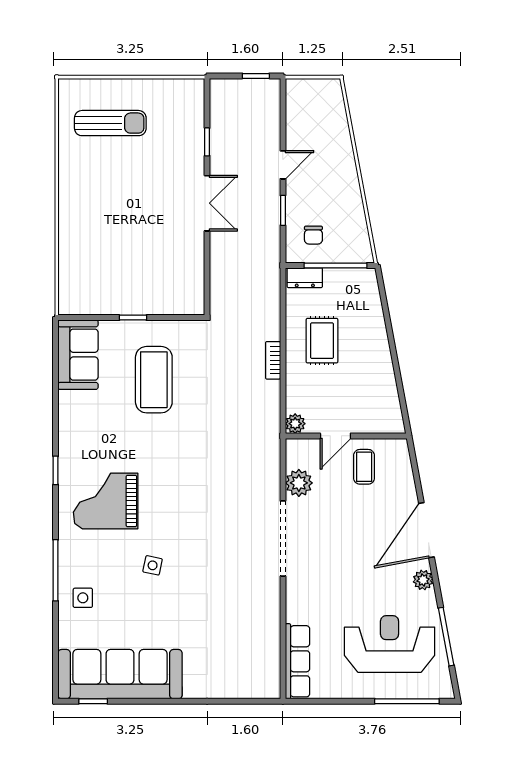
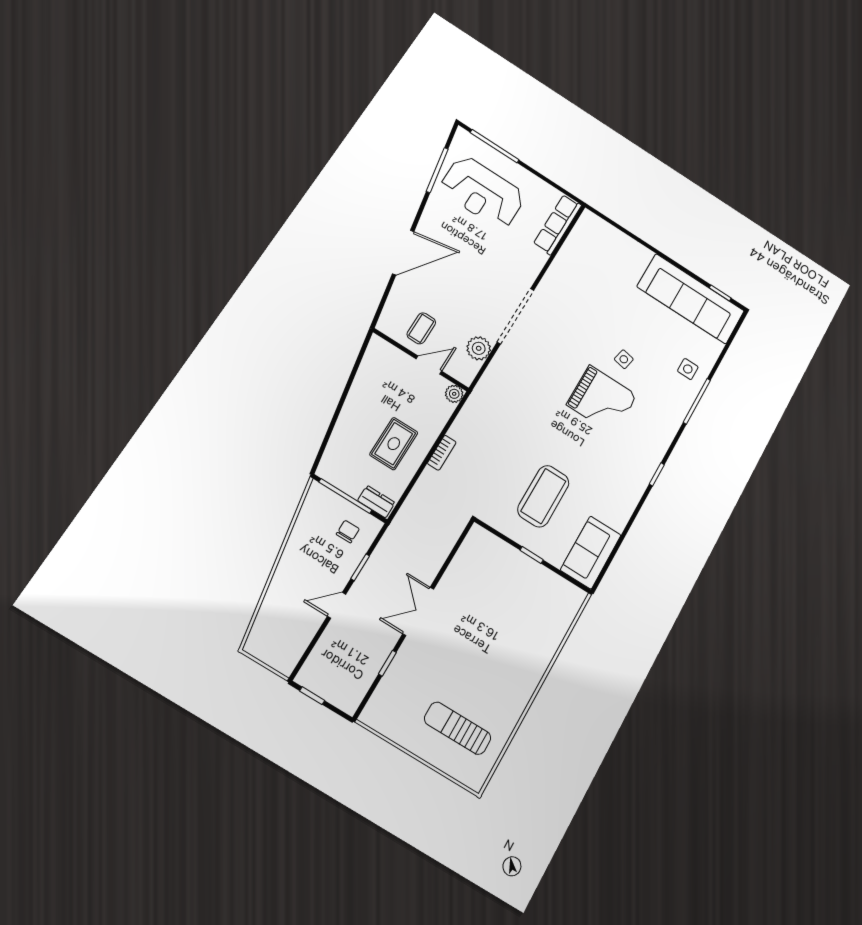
grand piano: (106, 501) -> (602, 400), moved
plant: (423, 580) -> (429, 220), removed

